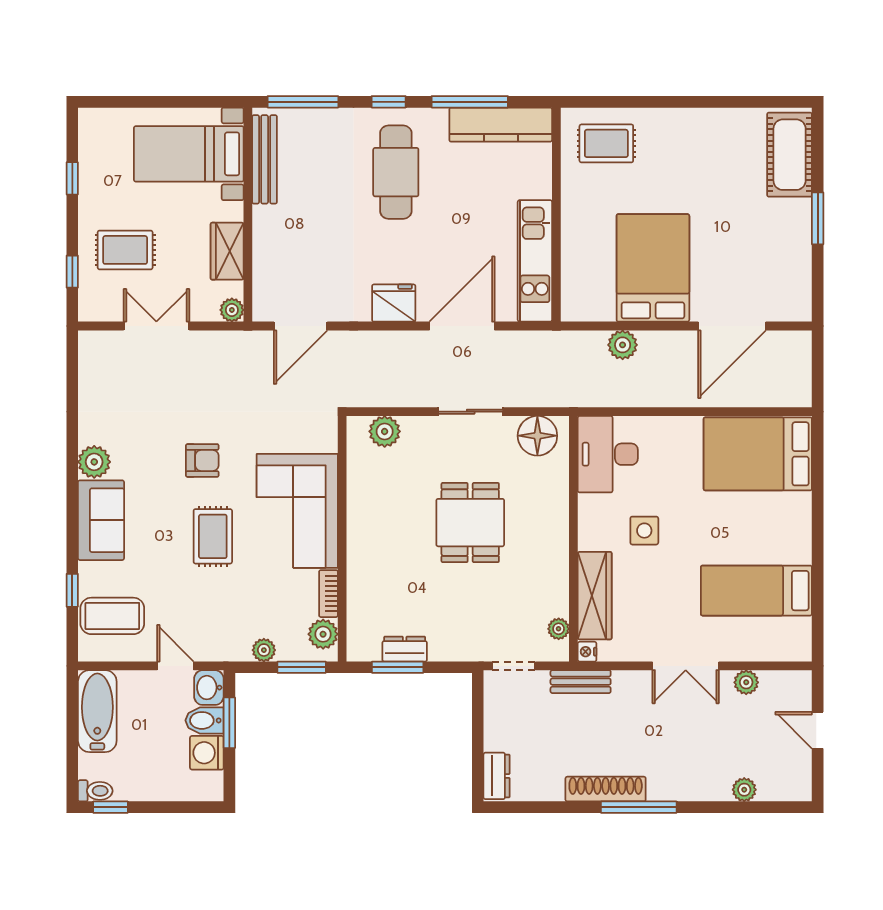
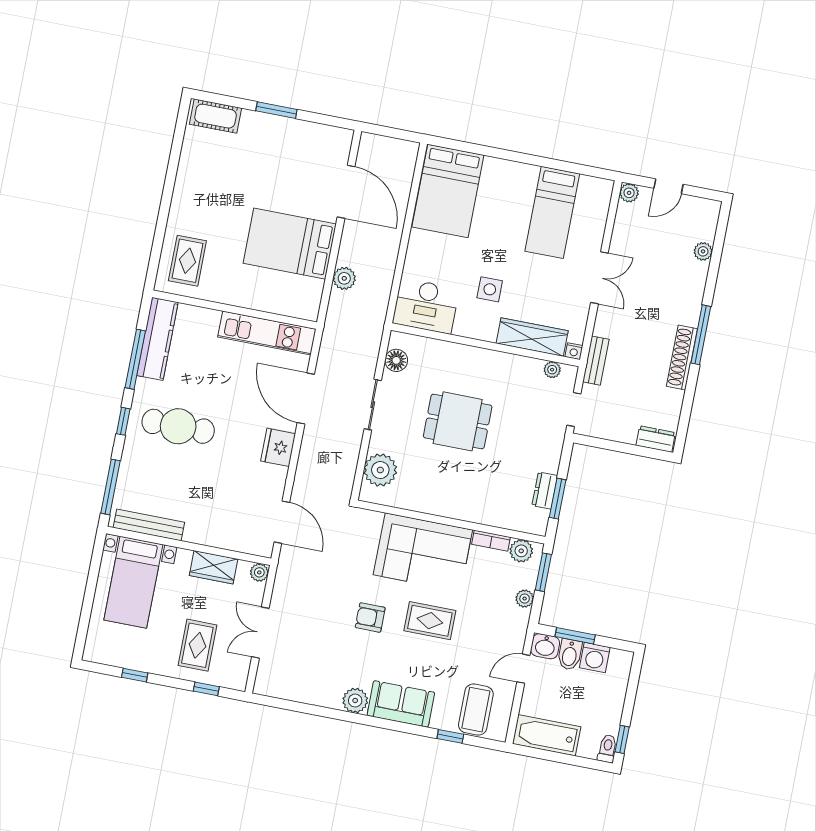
cot: (790, 155) -> (216, 116), width x0.73, depth x0.75
plant: (385, 431) -> (380, 470), width x1.36, depth x1.36
floor lamp: (537, 436) -> (396, 360), width x0.73, depth x0.73
armchair: (202, 460) -> (370, 617), turned -90
plant: (746, 682) -> (629, 193), moved

